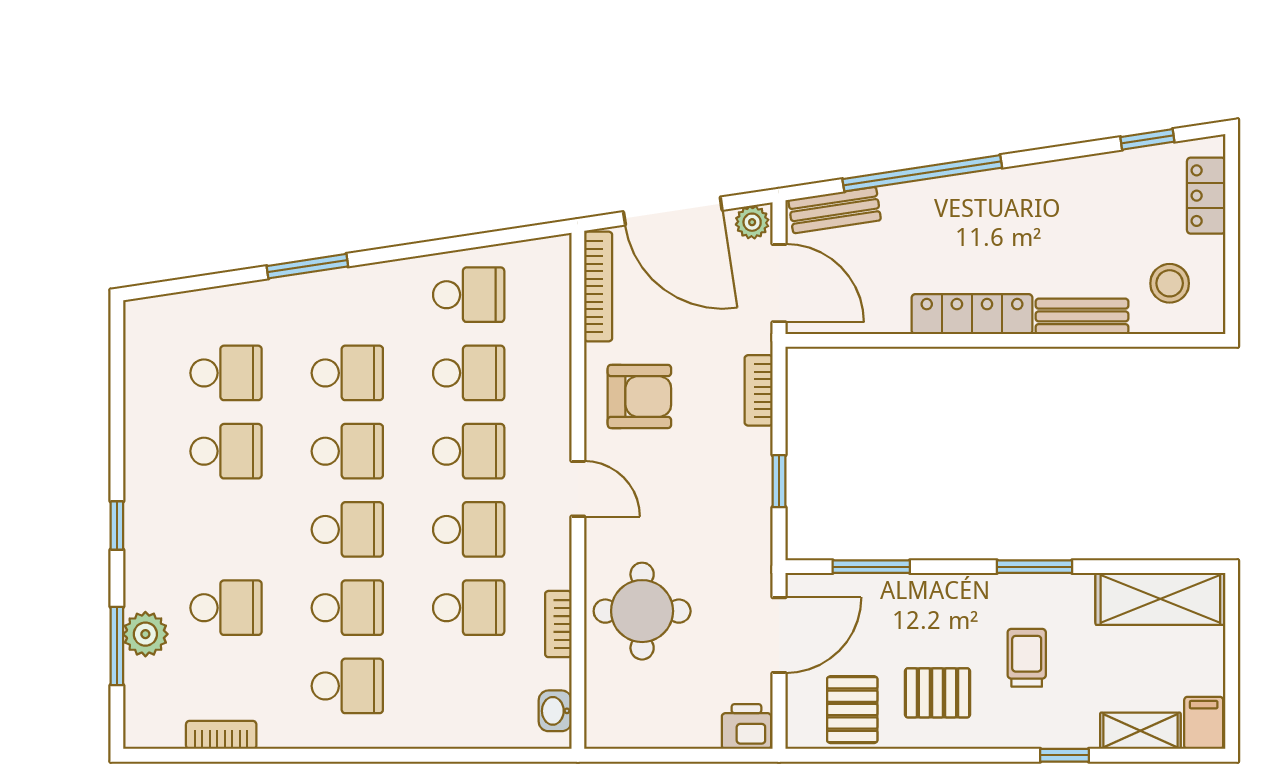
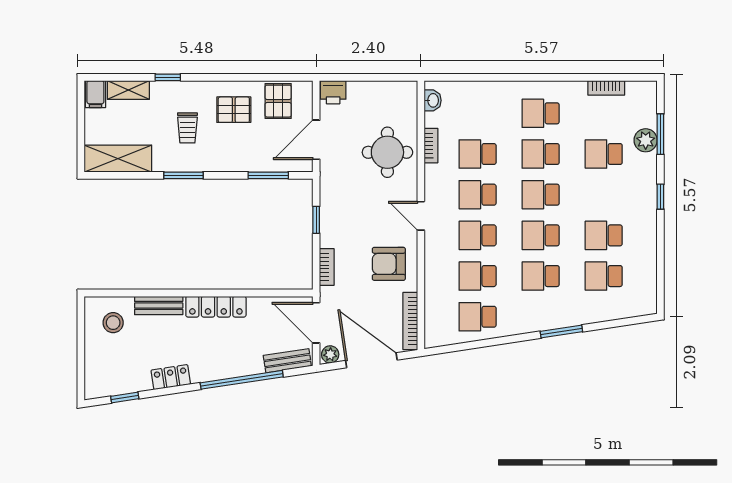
locker: (1206, 196) -> (171, 377), moved, turned -99

